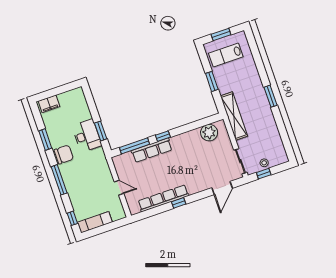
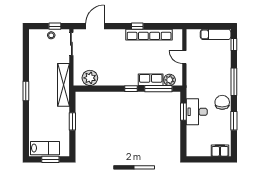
lab bench: (226, 55) -> (45, 148), moved
row of seats: (152, 150) -> (151, 80), width x0.68
chair: (64, 154) -> (222, 102), turned 90
plant: (126, 159) -> (170, 80), added

